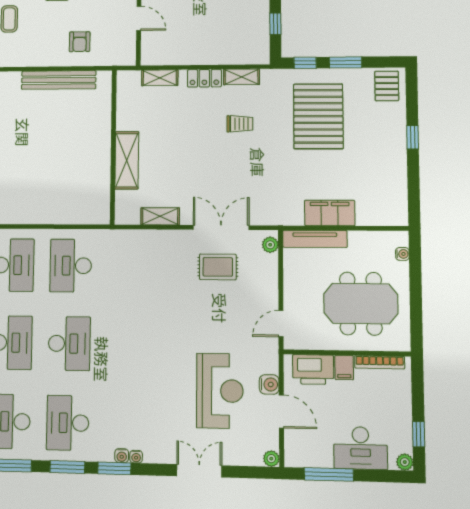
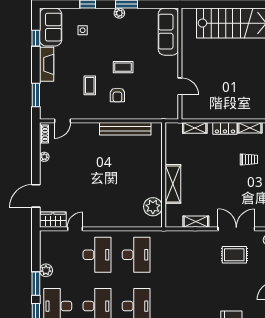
armchair: (80, 42) -> (117, 95), moved
plant: (97, 194) -> (153, 207), added
desk: (71, 266) -> (136, 255), turned 180

